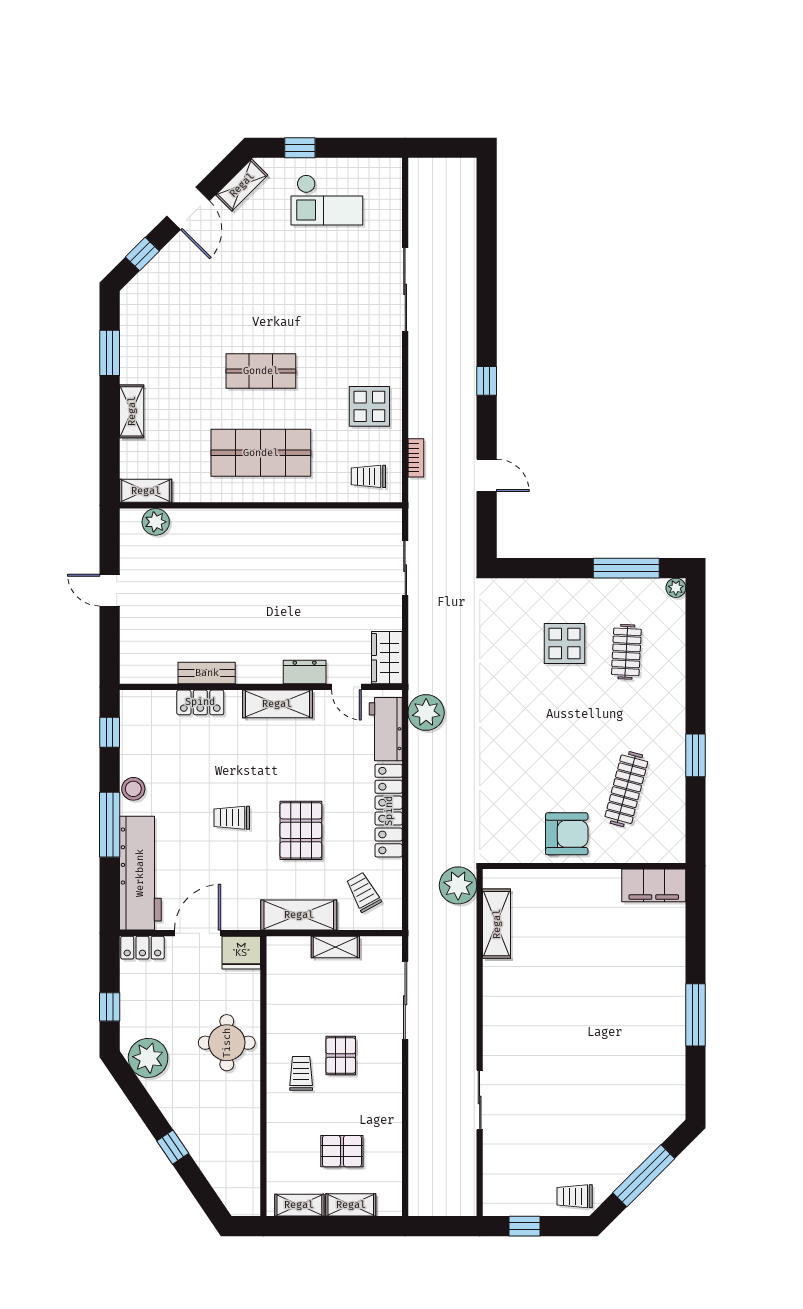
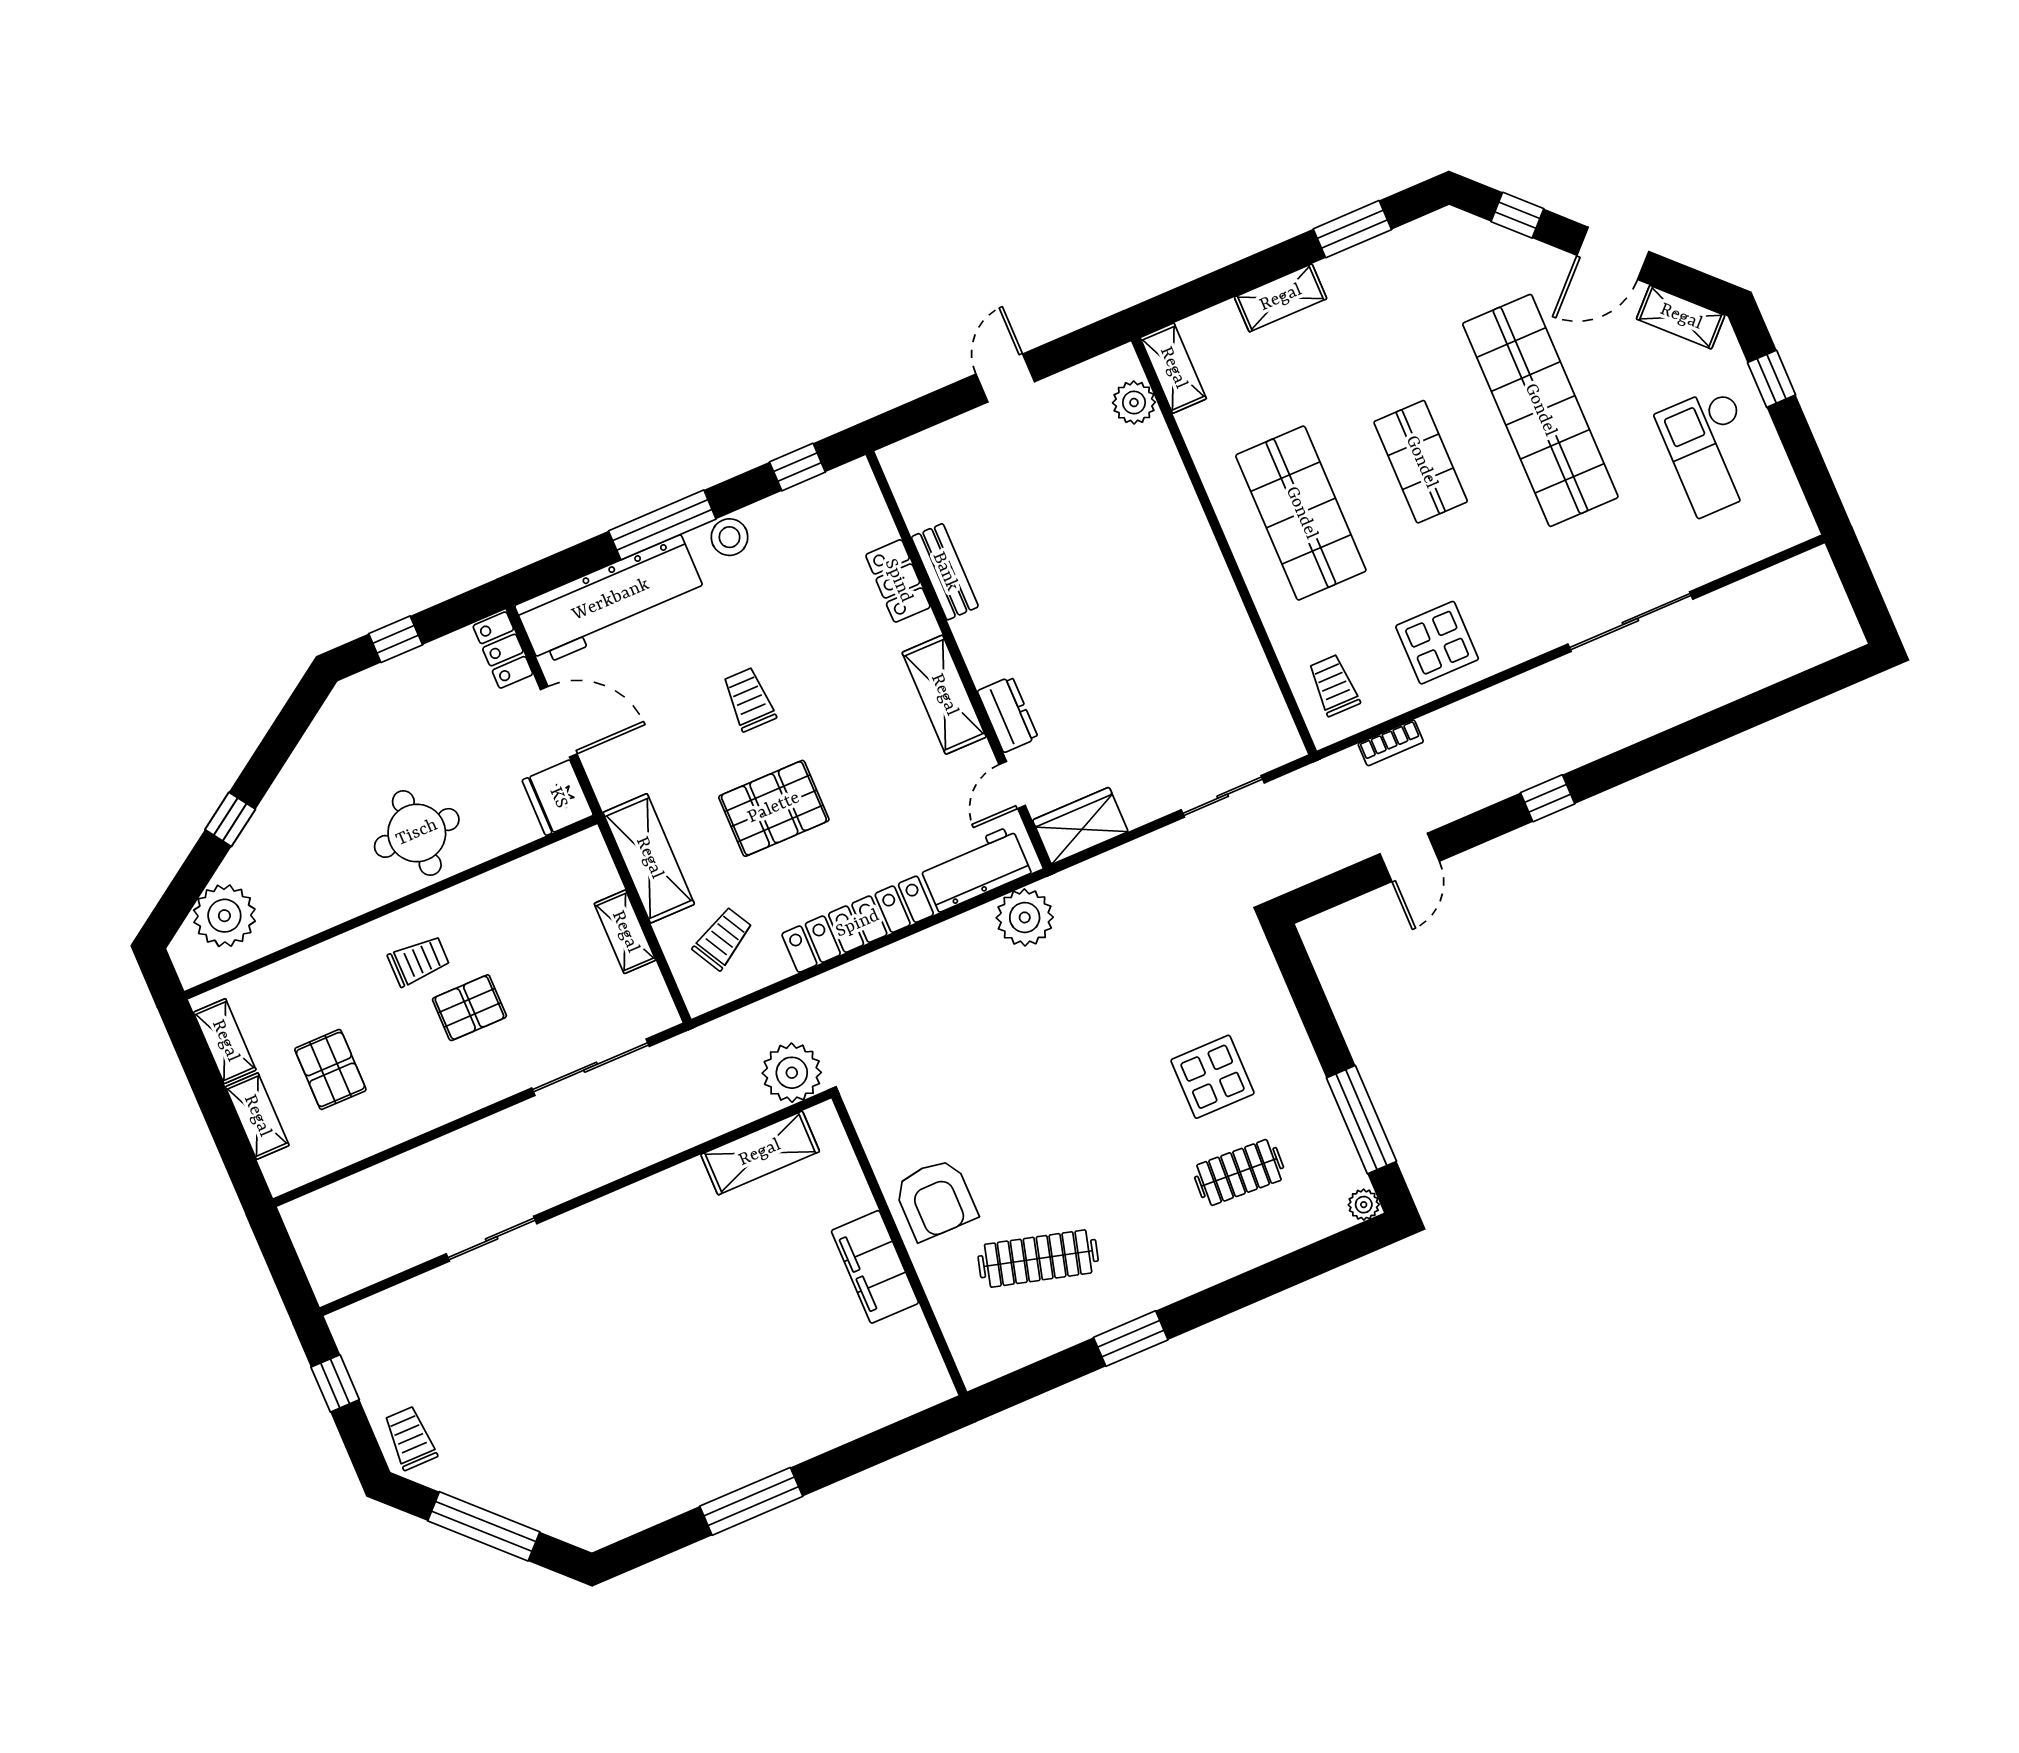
shop shelf: (261, 289) -> (1540, 410), added
filing cabinet: (654, 885) -> (875, 1267), moved
plant: (148, 1058) -> (224, 916), moved

